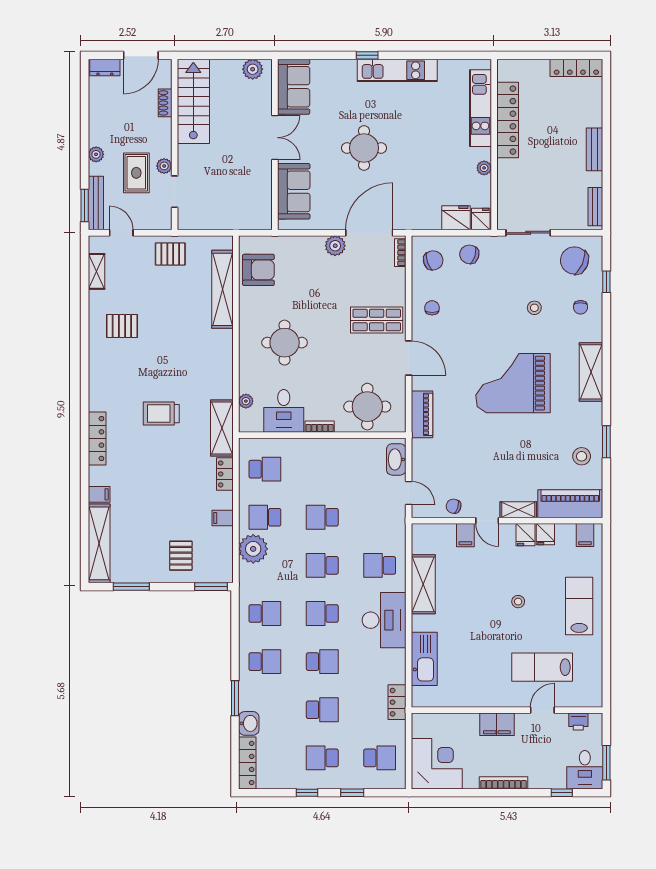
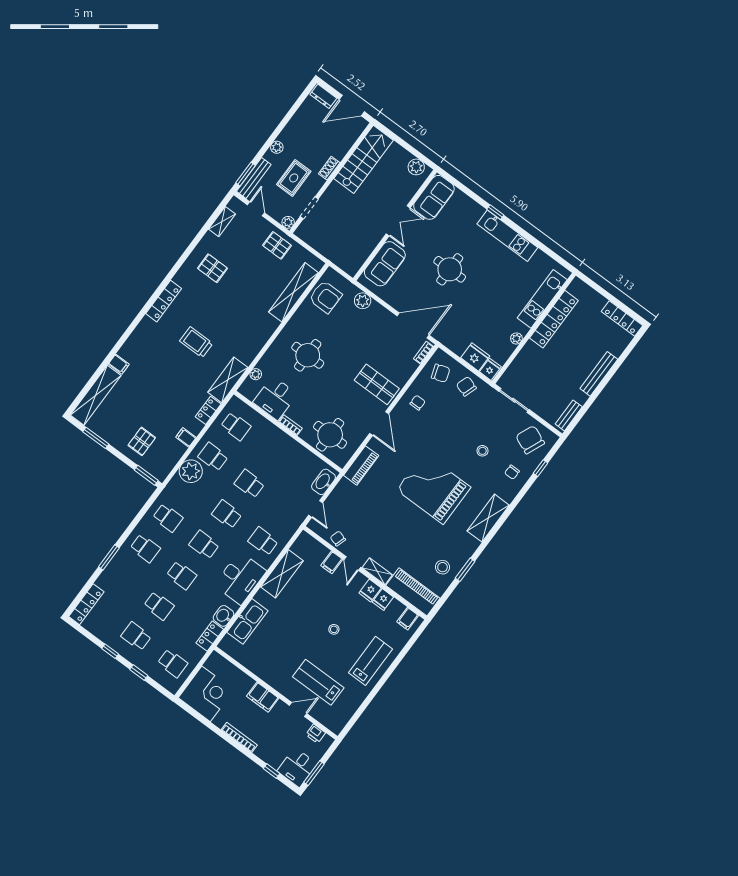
shoe rack: (165, 103) -> (329, 168), moved
bench: (595, 149) -> (599, 374), width x1.36
plant: (164, 166) -> (288, 222), moved
plant: (335, 246) -> (363, 301), moved
locker: (97, 439) -> (164, 301), moved
washbasin: (249, 723) -> (224, 616), moved, turned 180

